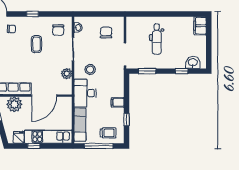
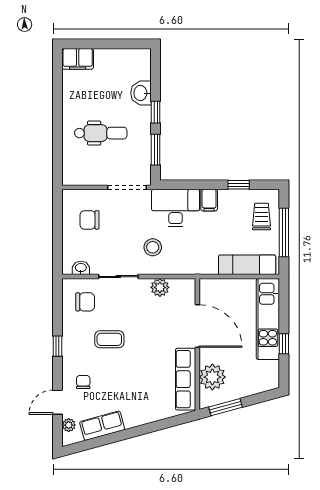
washbasin: (193, 63) -> (141, 93), moved
window: (182, 71) -> (156, 112), moved
desk: (85, 93) -> (176, 208), moved, turned 180
fridge: (19, 137) -> (269, 370), removed

